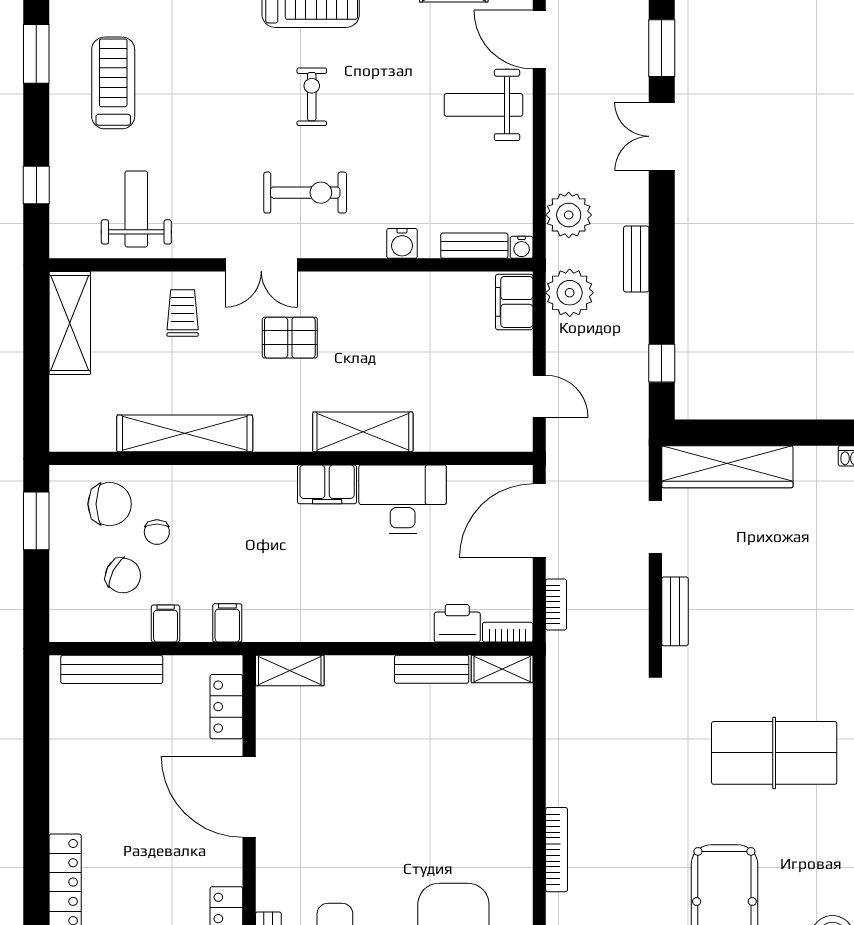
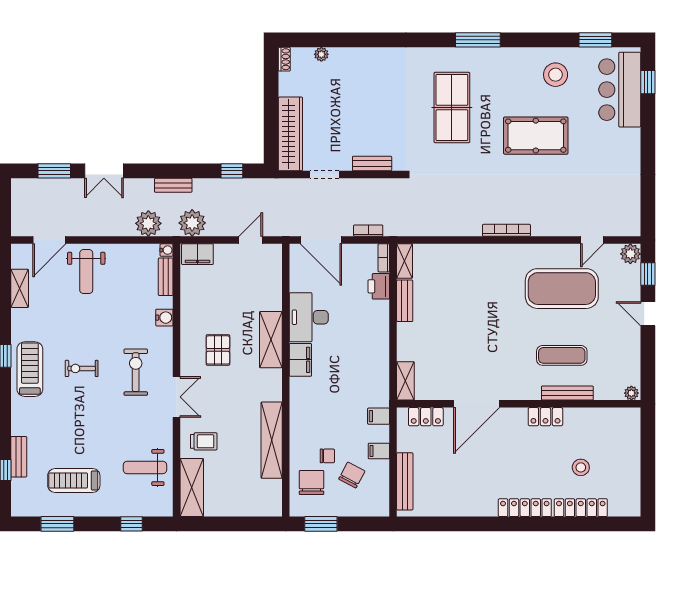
trolley: (183, 313) -> (204, 441), turned 180
shelving: (70, 323) -> (192, 488), moved, turned 90
pallet: (290, 338) -> (218, 350), moved

